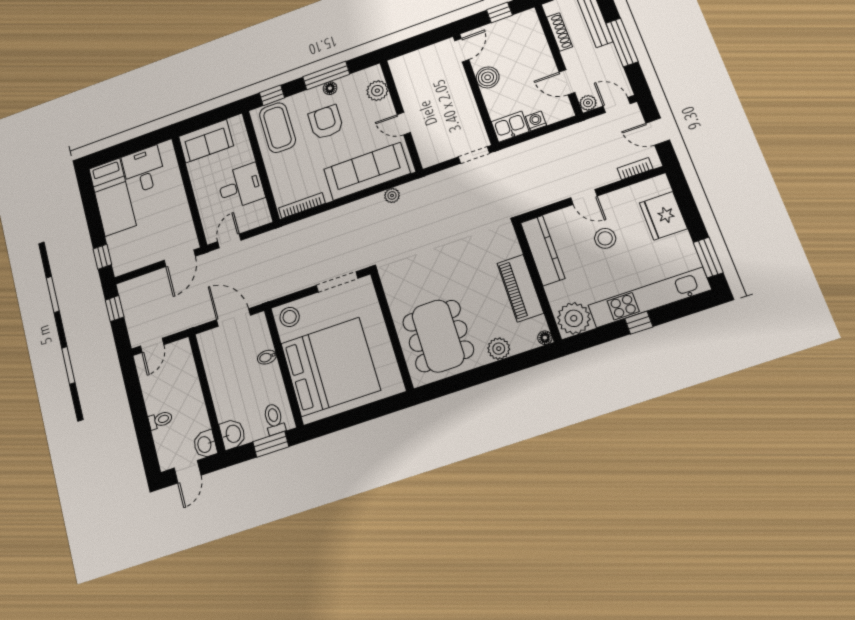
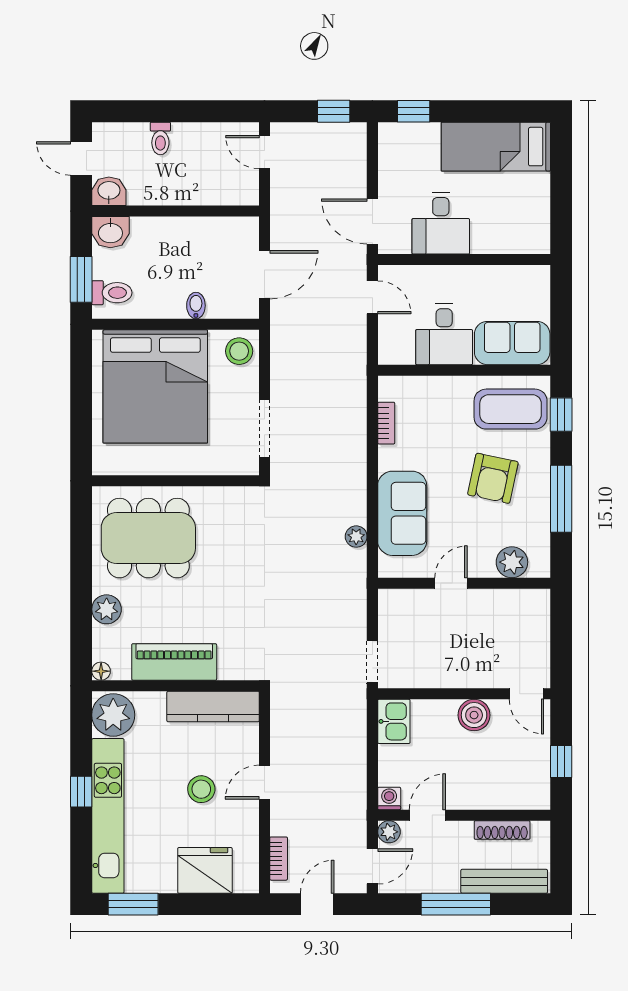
floor lamp: (330, 88) -> (540, 499), removed
washing machine: (536, 121) -> (389, 798), moved, turned -90
armchair: (326, 122) -> (493, 478), turned 102
sofa: (206, 141) -> (512, 343), moved, turned 90
desk: (144, 170) -> (441, 223), moved, turned 90
sofa: (367, 171) -> (402, 513), width x0.73
bookcase: (302, 206) -> (386, 423), width x0.64

